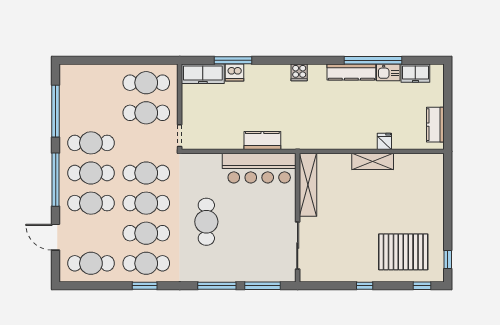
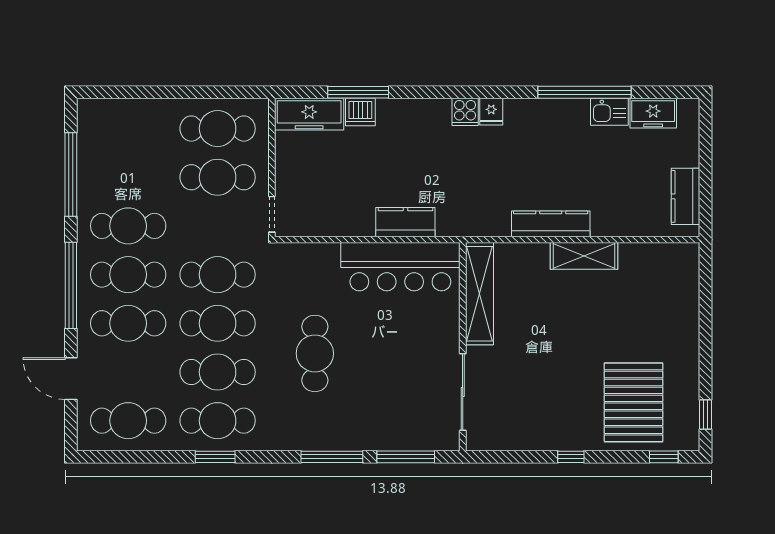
kitchen counter: (351, 72) -> (551, 224), moved, turned 180
fridge: (384, 141) -> (491, 112), moved, turned 180
pallet: (403, 252) -> (634, 402), turned 90

